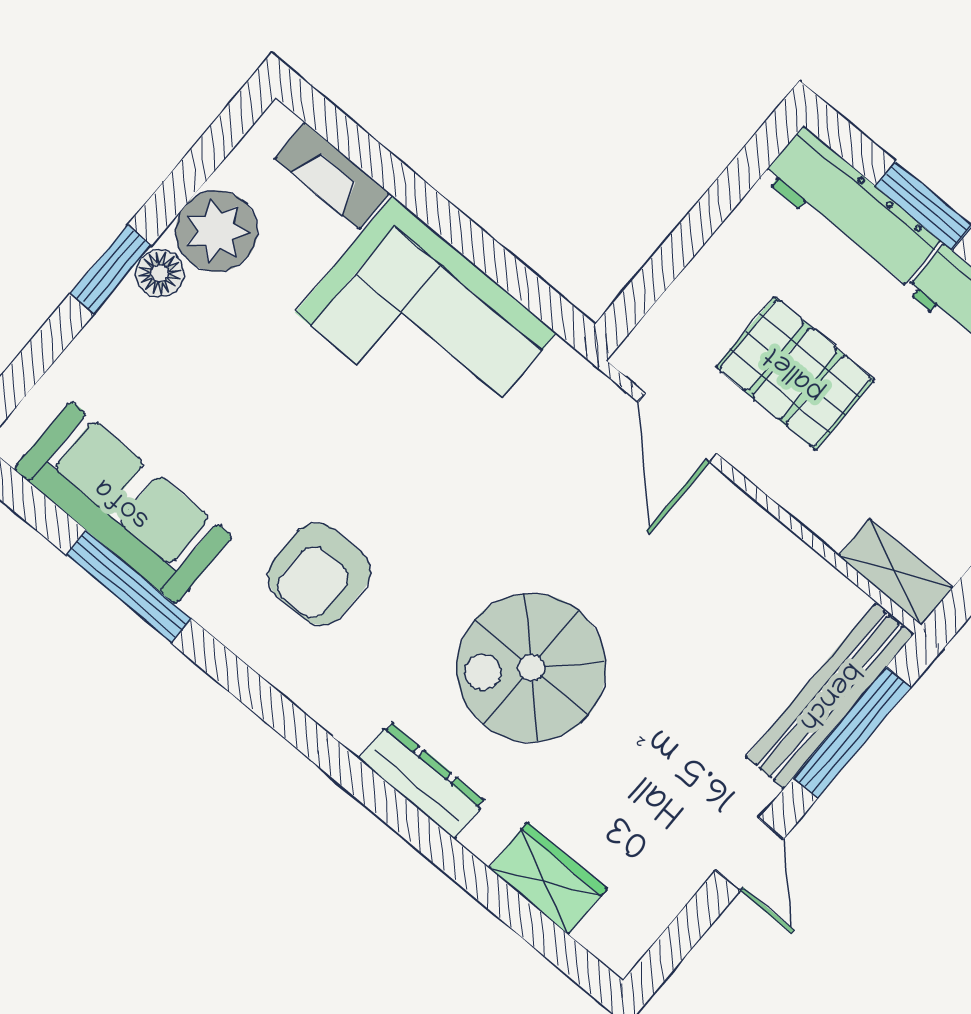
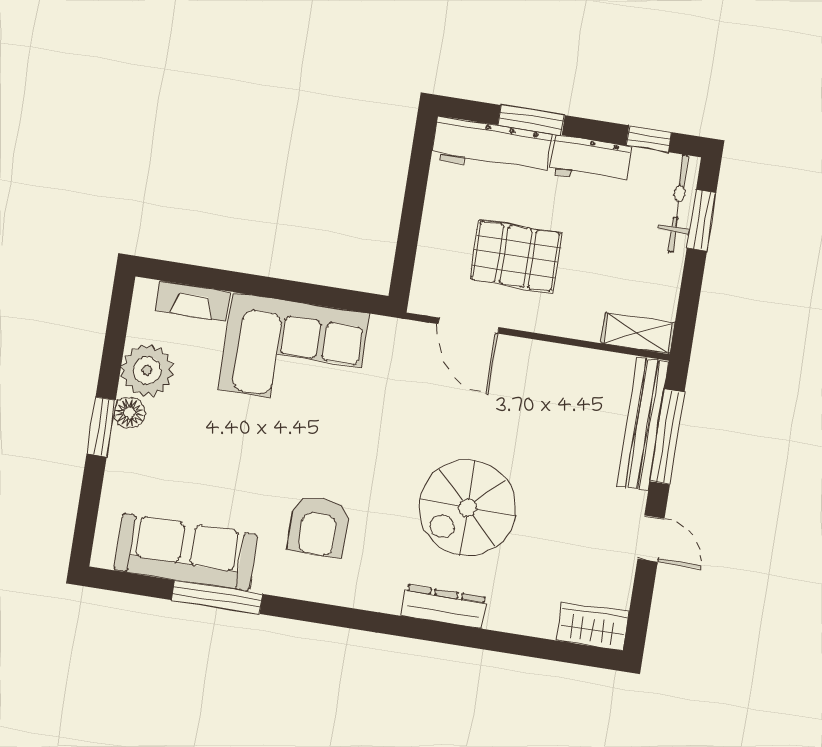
wardrobe: (548, 878) -> (593, 626), moved

